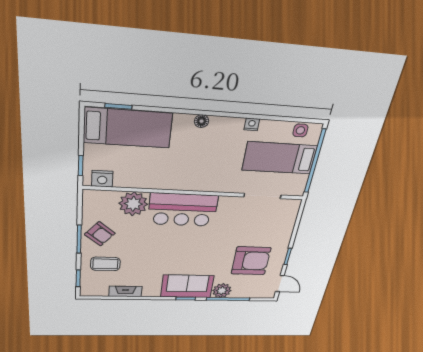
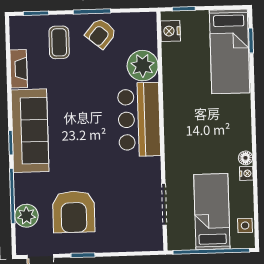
floor lamp: (201, 121) -> (245, 158), moved
sofa: (187, 286) -> (30, 131), width x1.36
plant: (222, 291) -> (26, 216), moved

